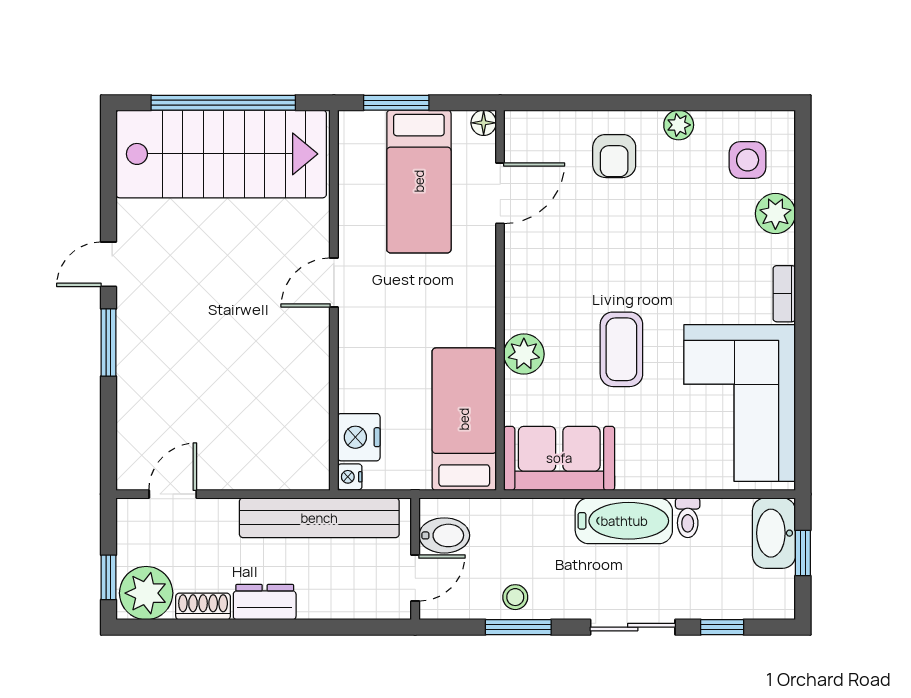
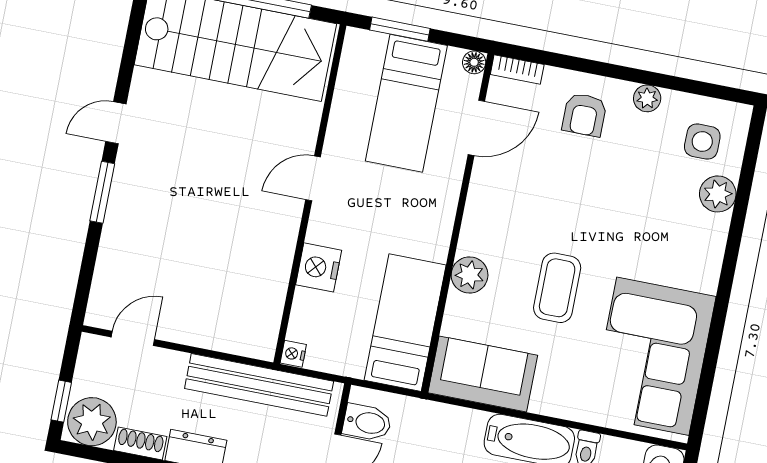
bookcase: (784, 294) -> (517, 69), moved, turned -90
nightstand: (359, 437) -> (319, 267), moved

